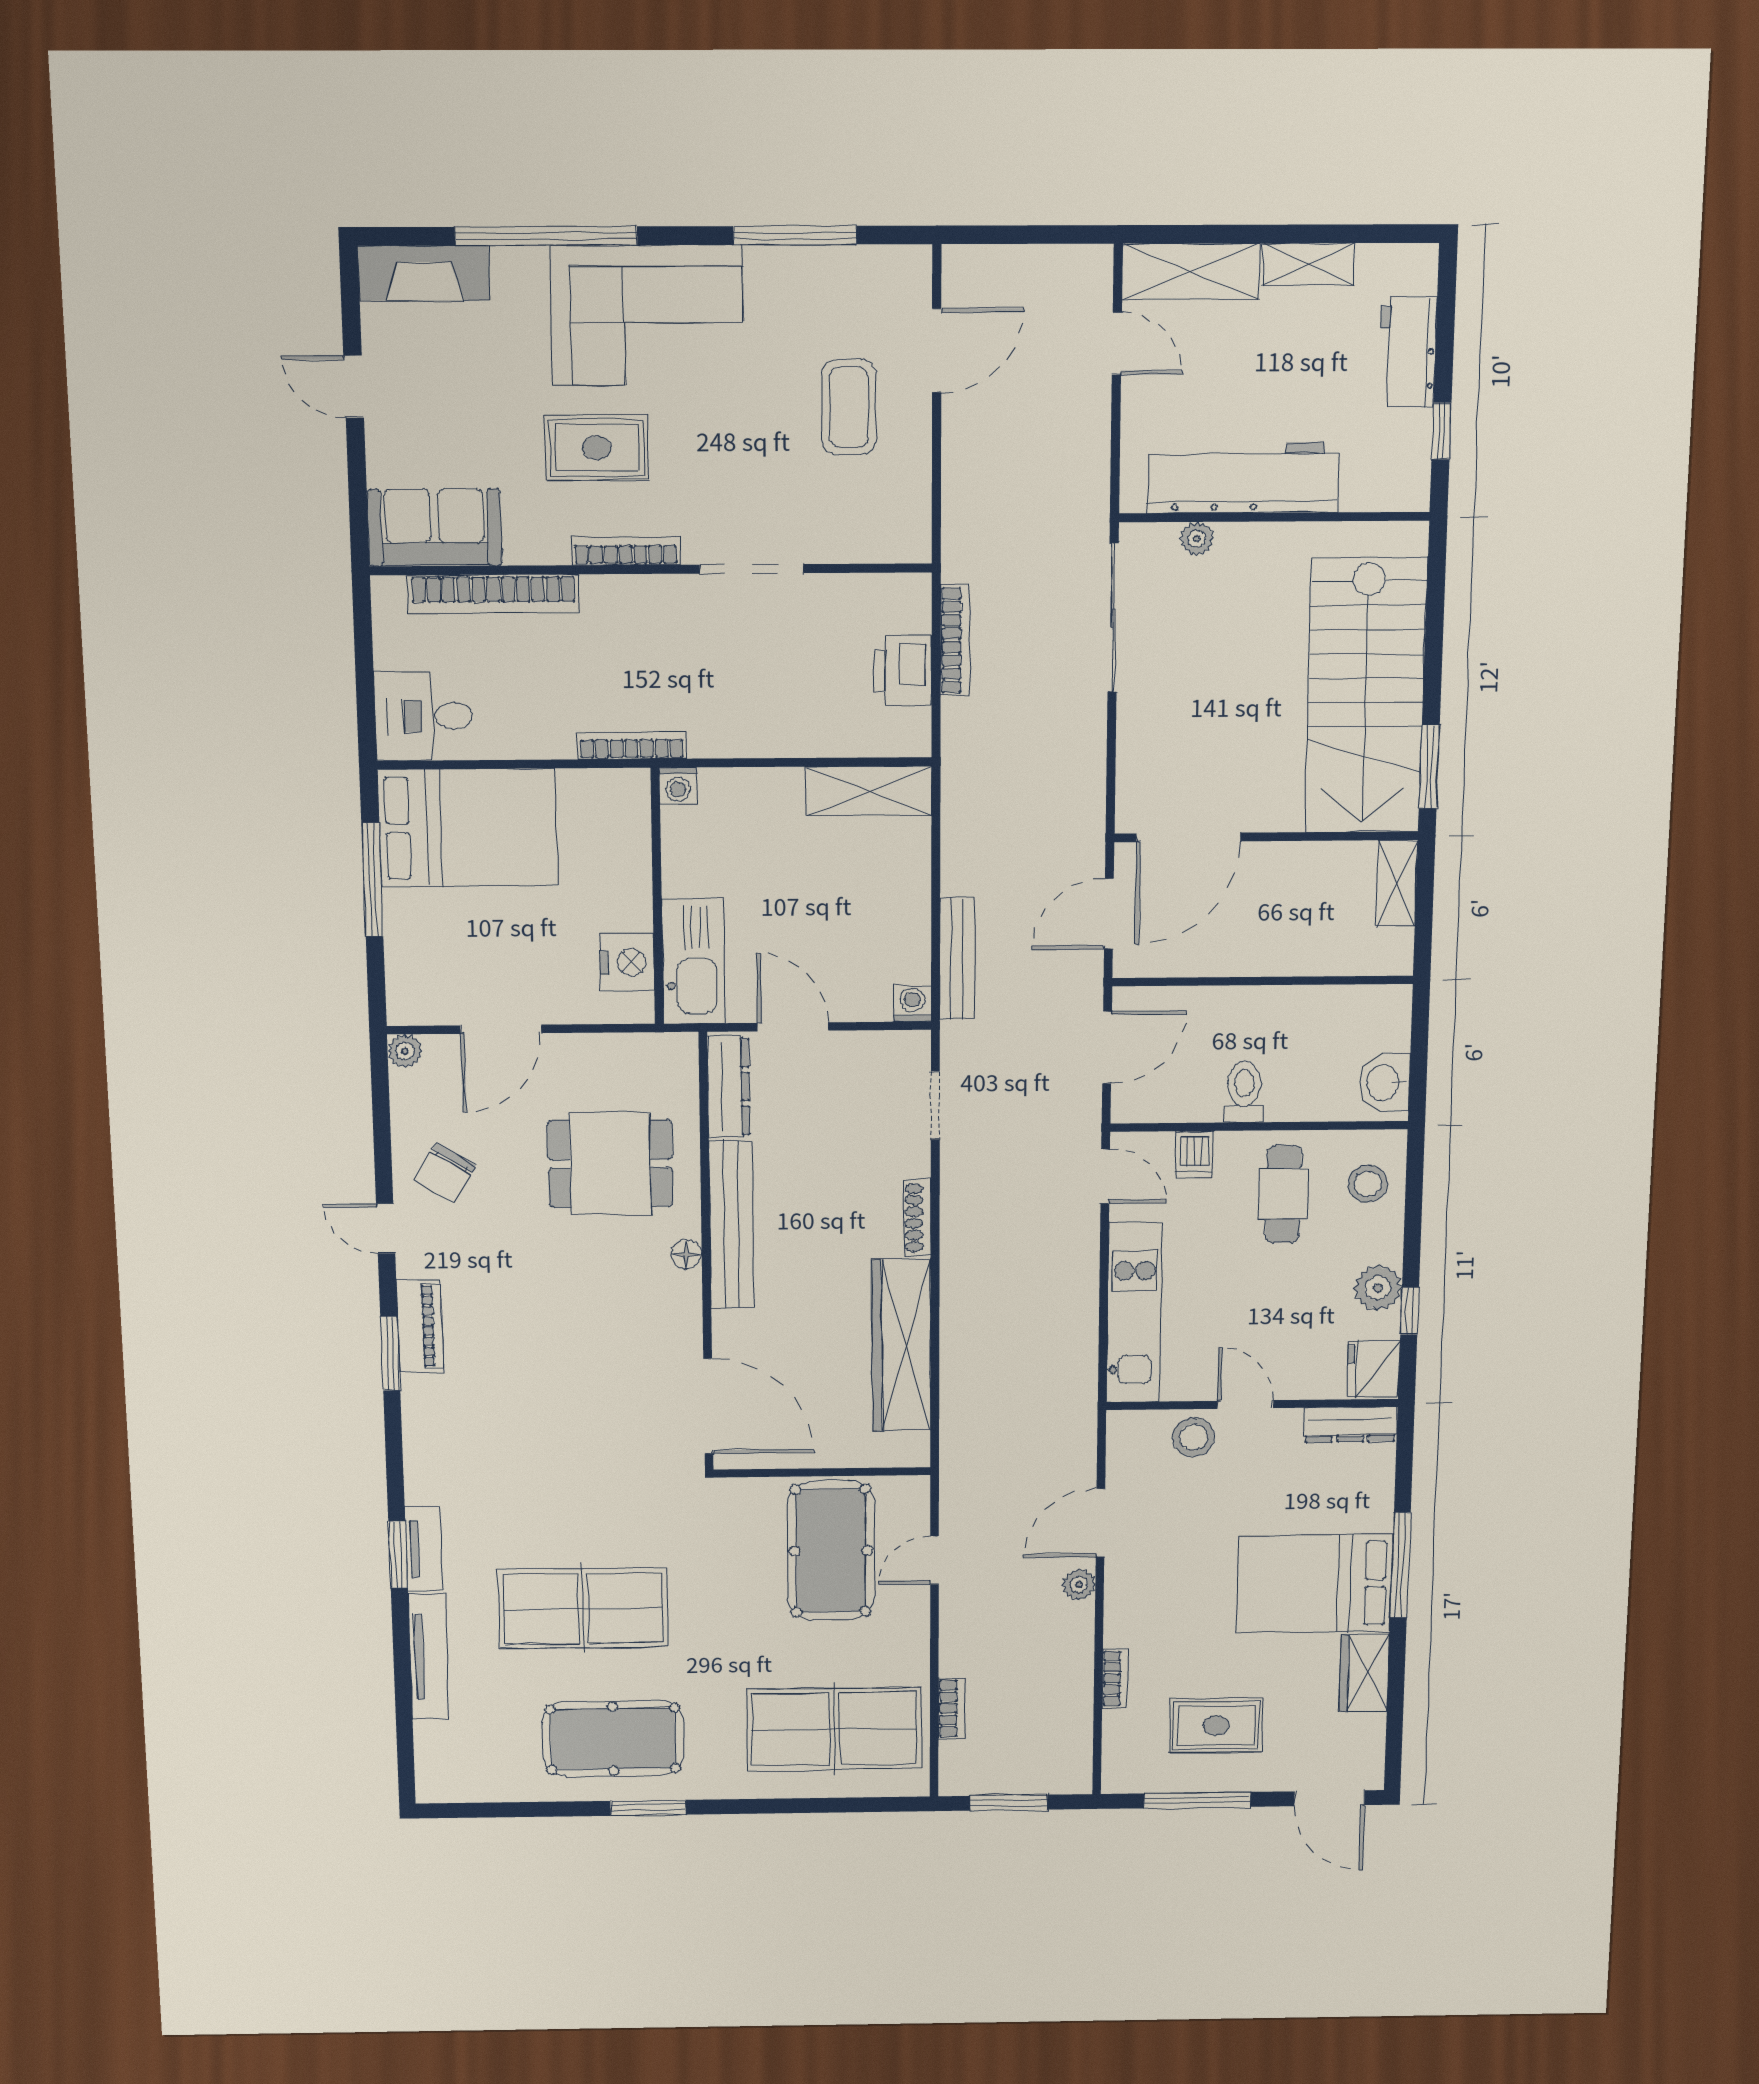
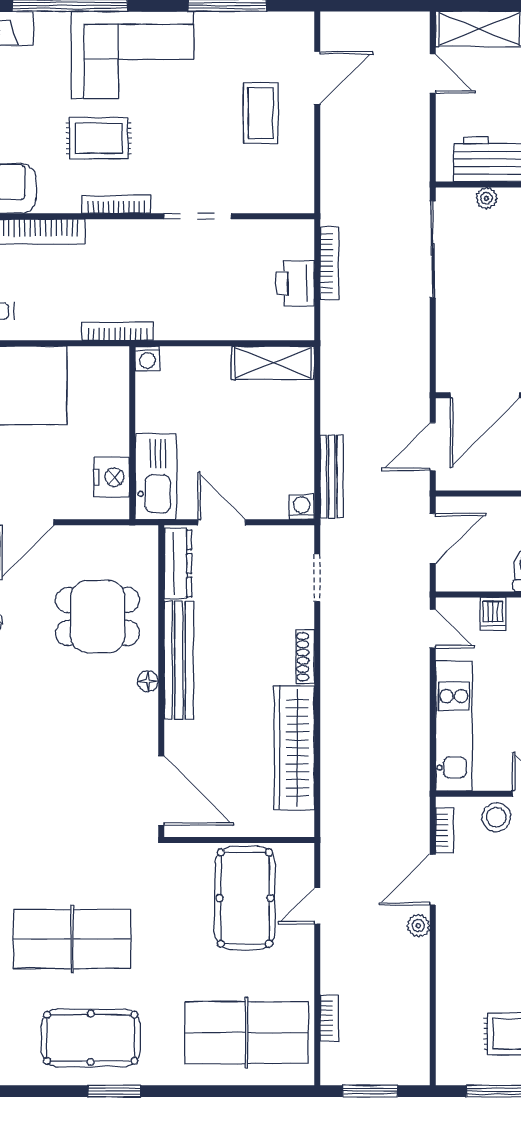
bookcase: (1115, 1679) -> (444, 830), moved

